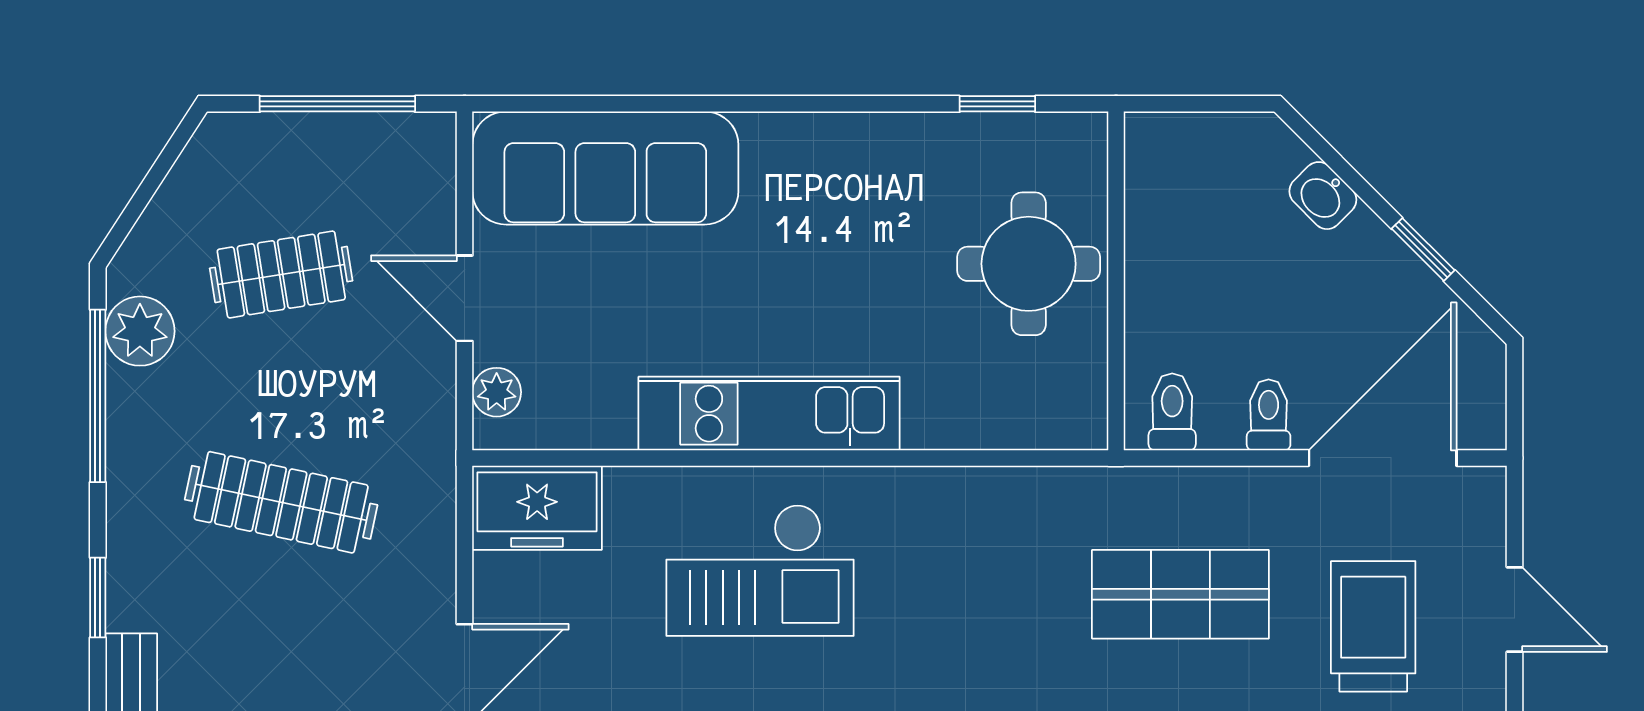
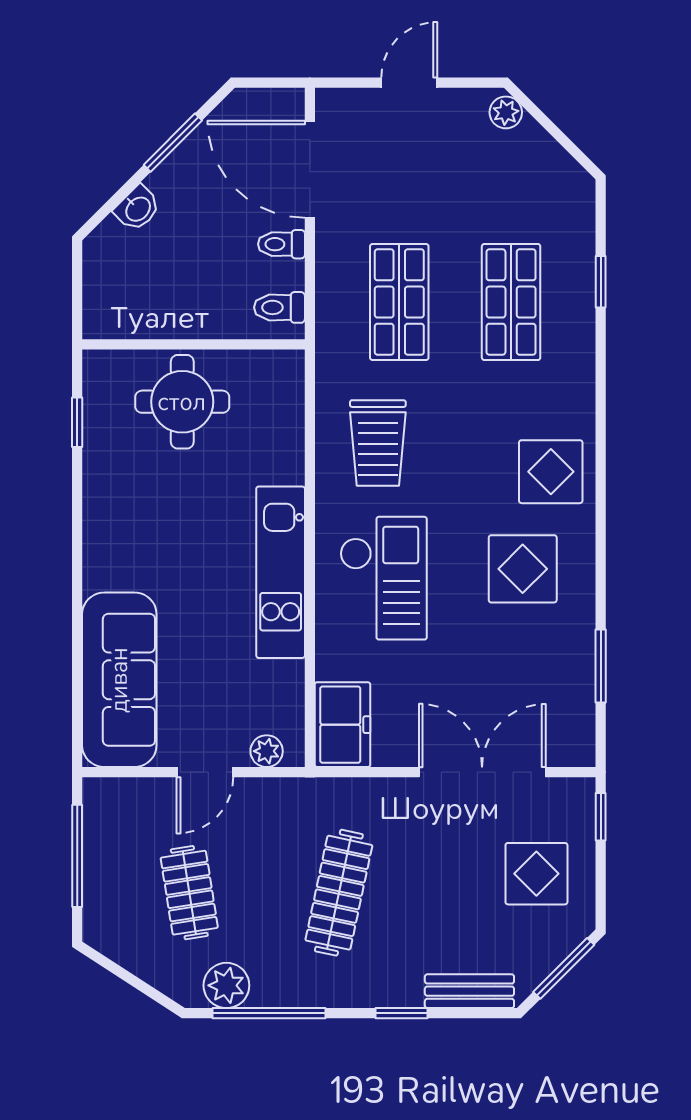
window: (1423, 249) -> (173, 143), width x1.50
trolley: (1373, 626) -> (378, 443), moved, turned -90

